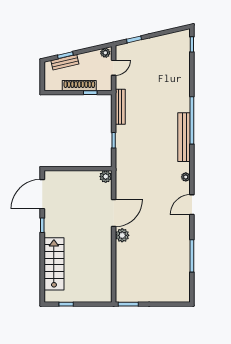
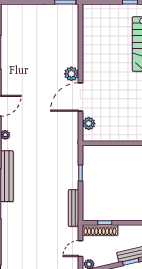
shoe rack: (79, 86) -> (100, 230), moved
plant: (106, 177) -> (89, 123), moved

